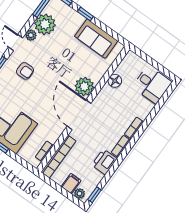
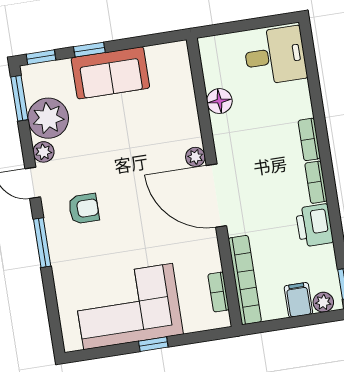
sofa: (96, 39) -> (110, 73), moved
plant: (84, 86) -> (195, 157), width x0.53, depth x0.53

